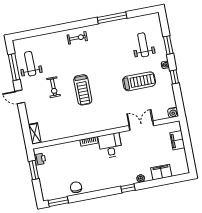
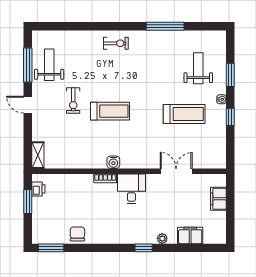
treadmill: (83, 90) -> (110, 111), turned -90
water cooler: (173, 112) -> (113, 162), moved

